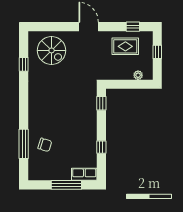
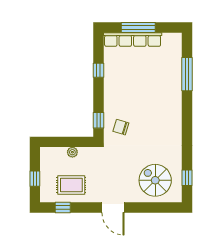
window: (24, 64) -> (187, 178), moved
plant: (138, 75) -> (72, 152), moved
chair: (45, 145) -> (121, 127), moved
row of seats: (84, 174) -> (133, 39), width x2.02

